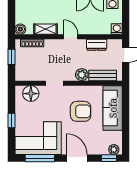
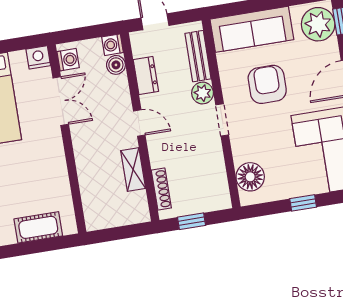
boiler: (20, 29) -> (116, 65), moved
door: (71, 37) -> (139, 123), swing flipped
doorway: (54, 83) -> (222, 120), moved
plant: (114, 150) -> (318, 24), width x1.88, depth x1.88

